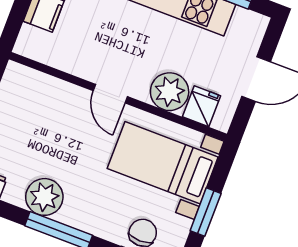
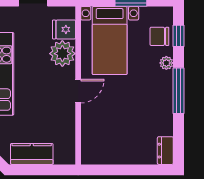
plant: (44, 197) -> (166, 63), moved, width x0.53, depth x0.53

